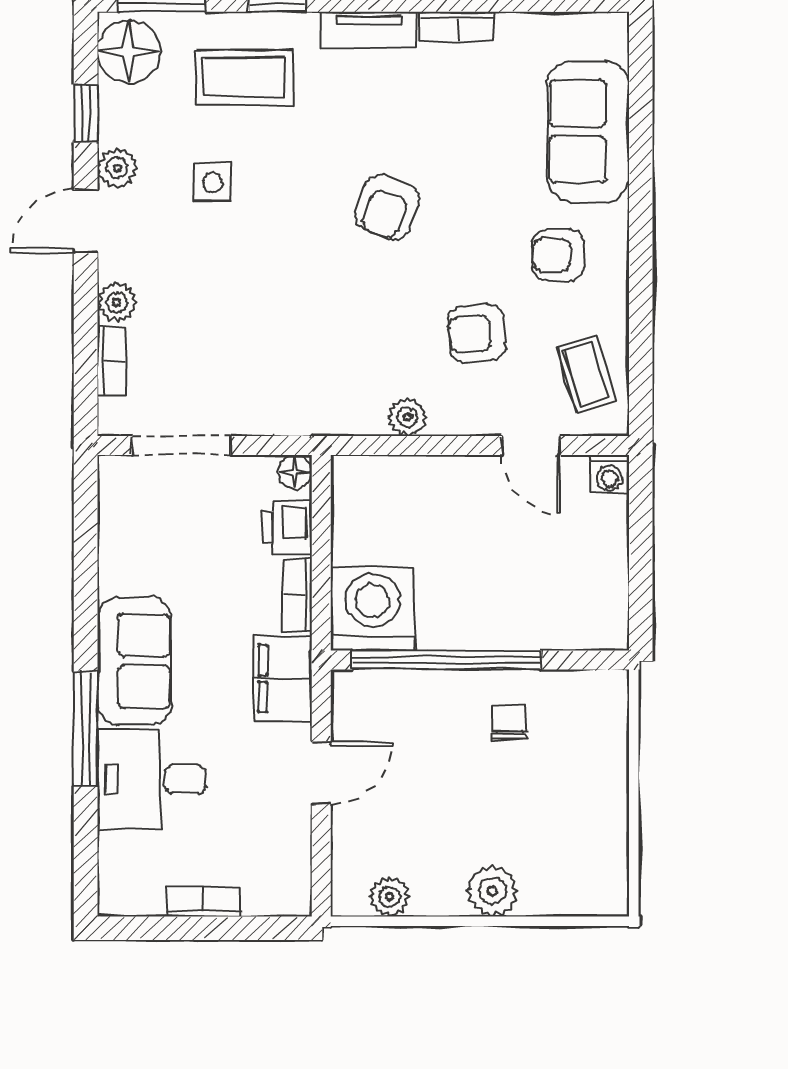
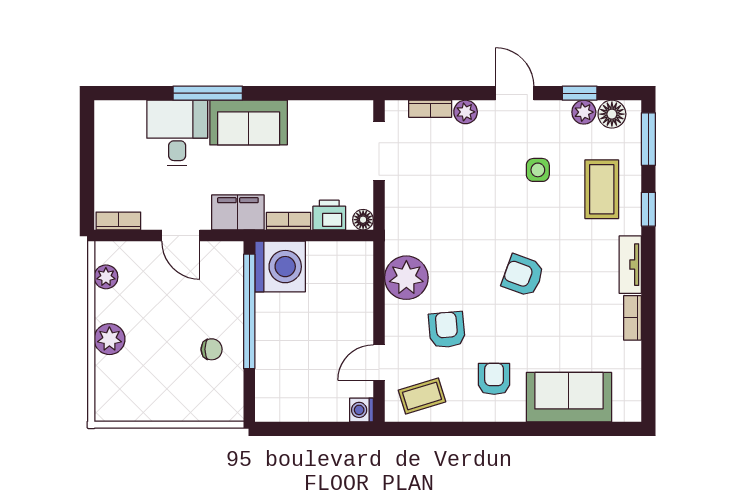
floor lamp: (129, 52) -> (612, 114), width x0.73, depth x0.73
plant: (117, 168) -> (584, 112), moved
plant: (408, 417) -> (406, 278), width x1.88, depth x1.88
bookcase: (203, 902) -> (118, 221), moved, turned -90

